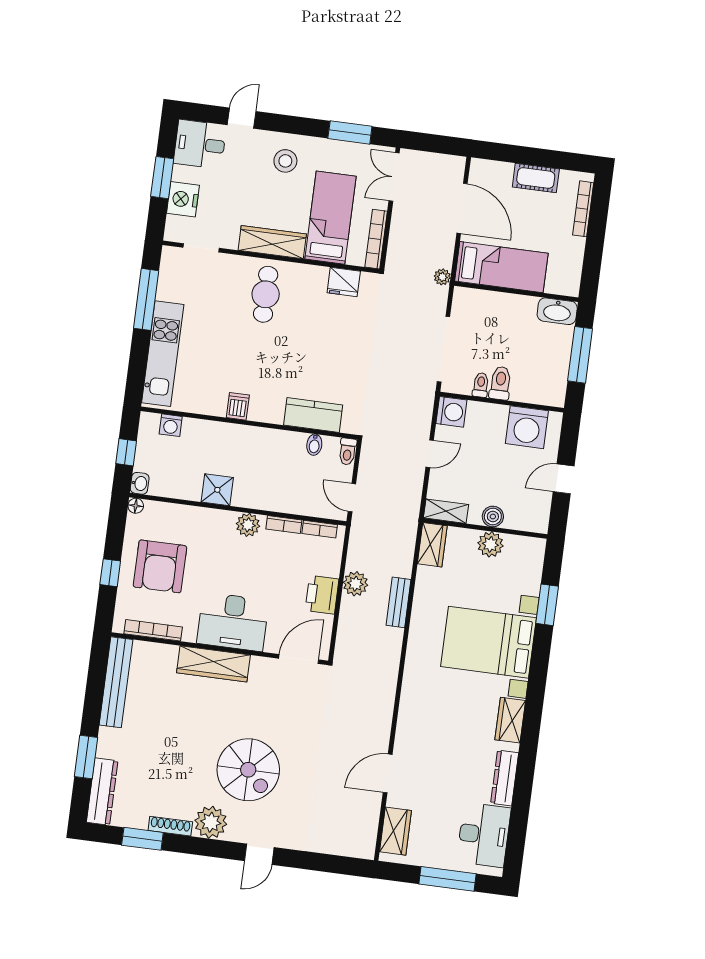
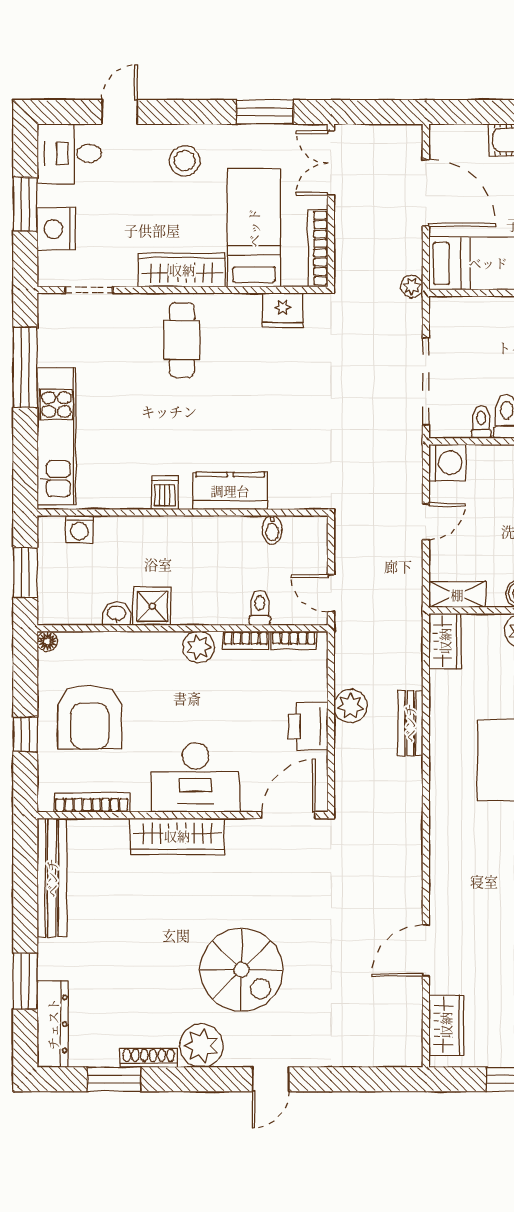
kitchen counter: (313, 415) -> (230, 491), moved
toilet: (348, 451) -> (260, 608), moved, turned 180
window: (126, 452) -> (25, 573), width x1.50
washbasin: (140, 483) -> (117, 614), moved, turned -90

